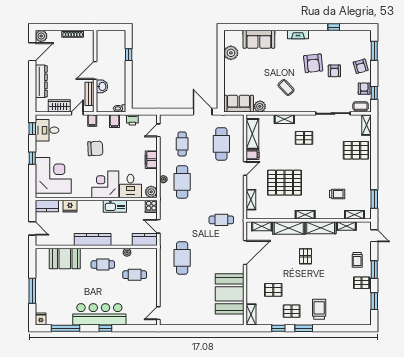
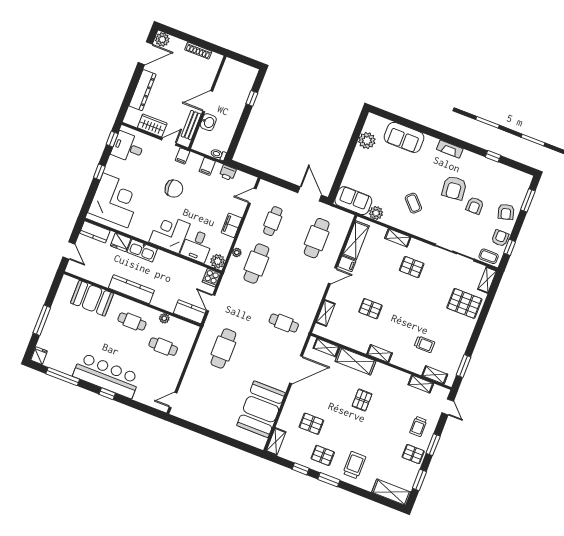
pallet: (284, 183) -> (370, 309), width x0.49, depth x0.50
kitchen sink: (115, 206) -> (142, 251), moved
shelving: (321, 228) -> (391, 492), moved

